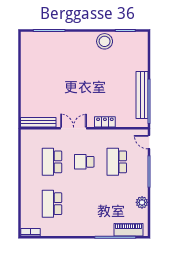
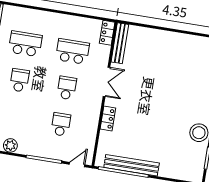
locker: (31, 135) -> (107, 33), added
school desk: (117, 162) -> (61, 124), width x0.54
school desk: (84, 204) -> (19, 80), added

